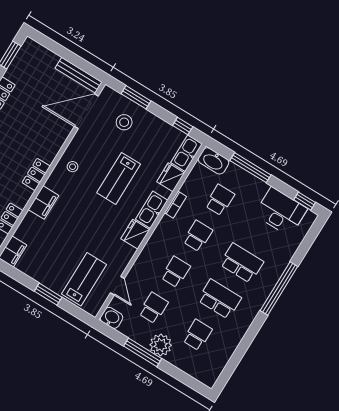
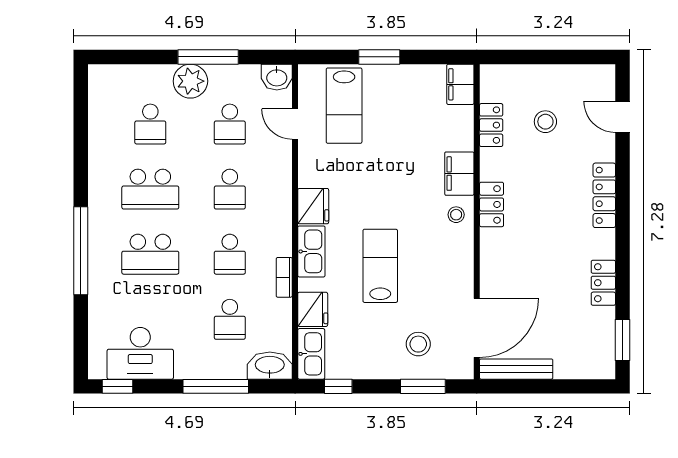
stool: (73, 167) -> (456, 215), moved

